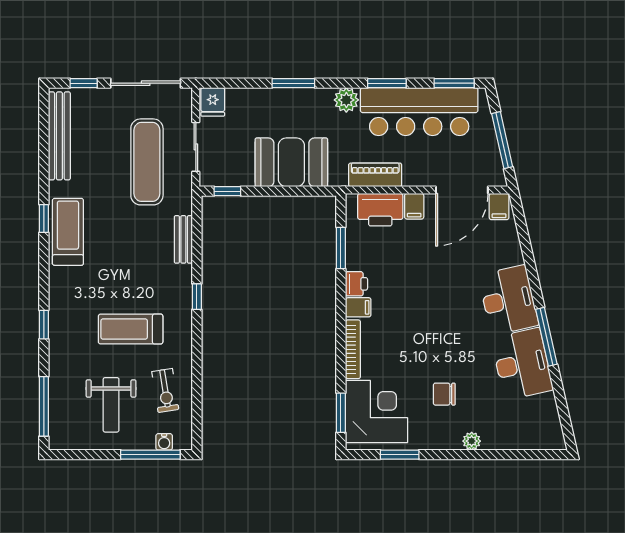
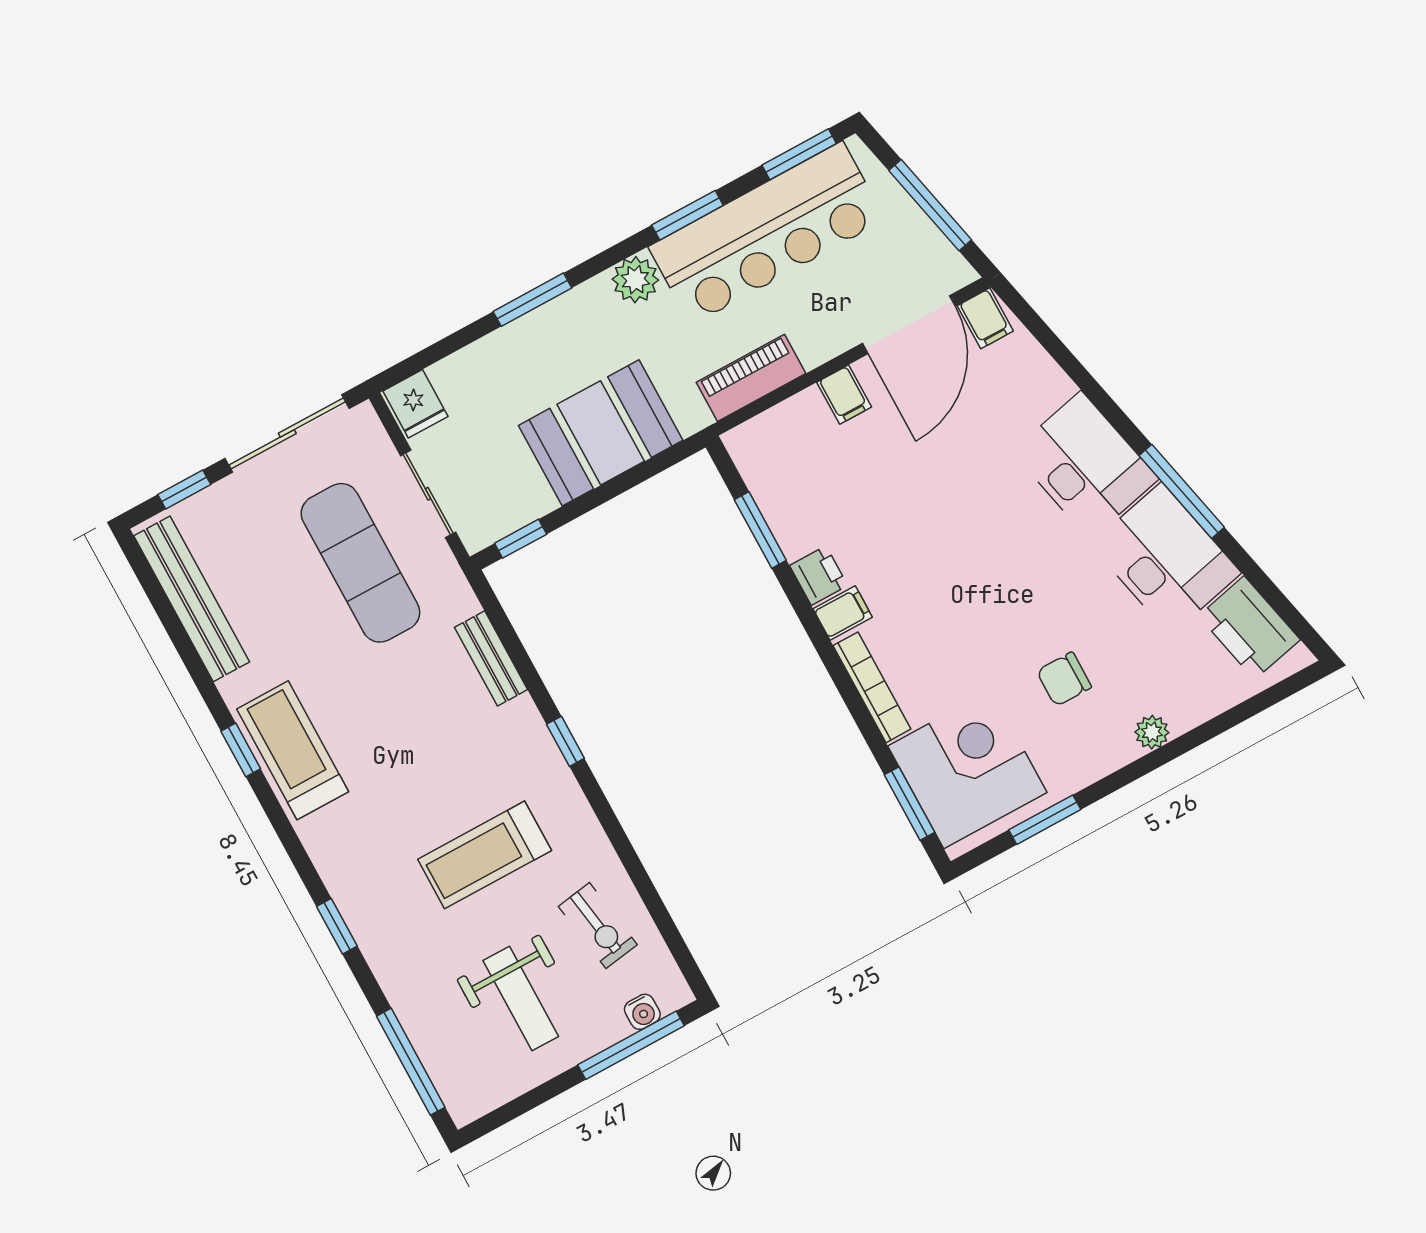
printer: (380, 210) -> (1249, 628), moved, turned 77

